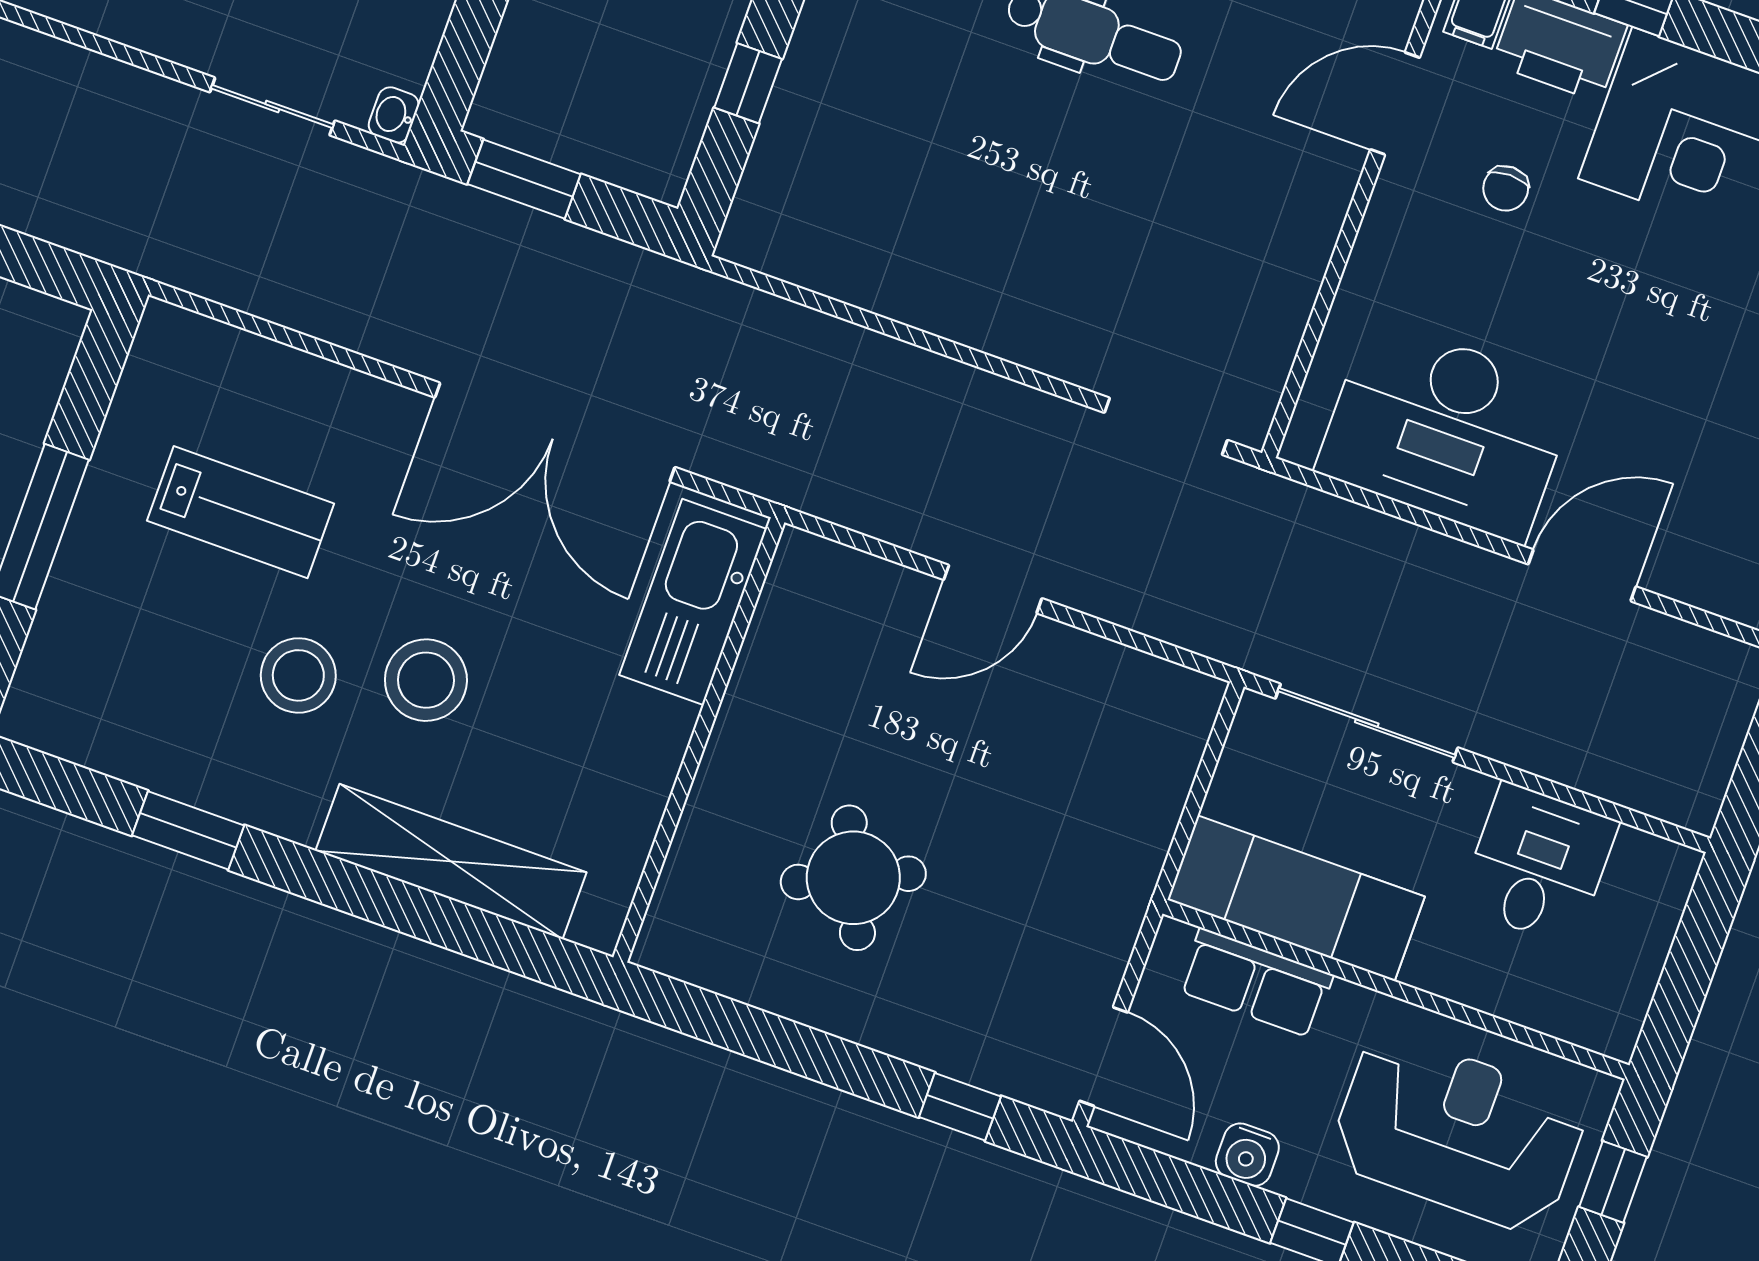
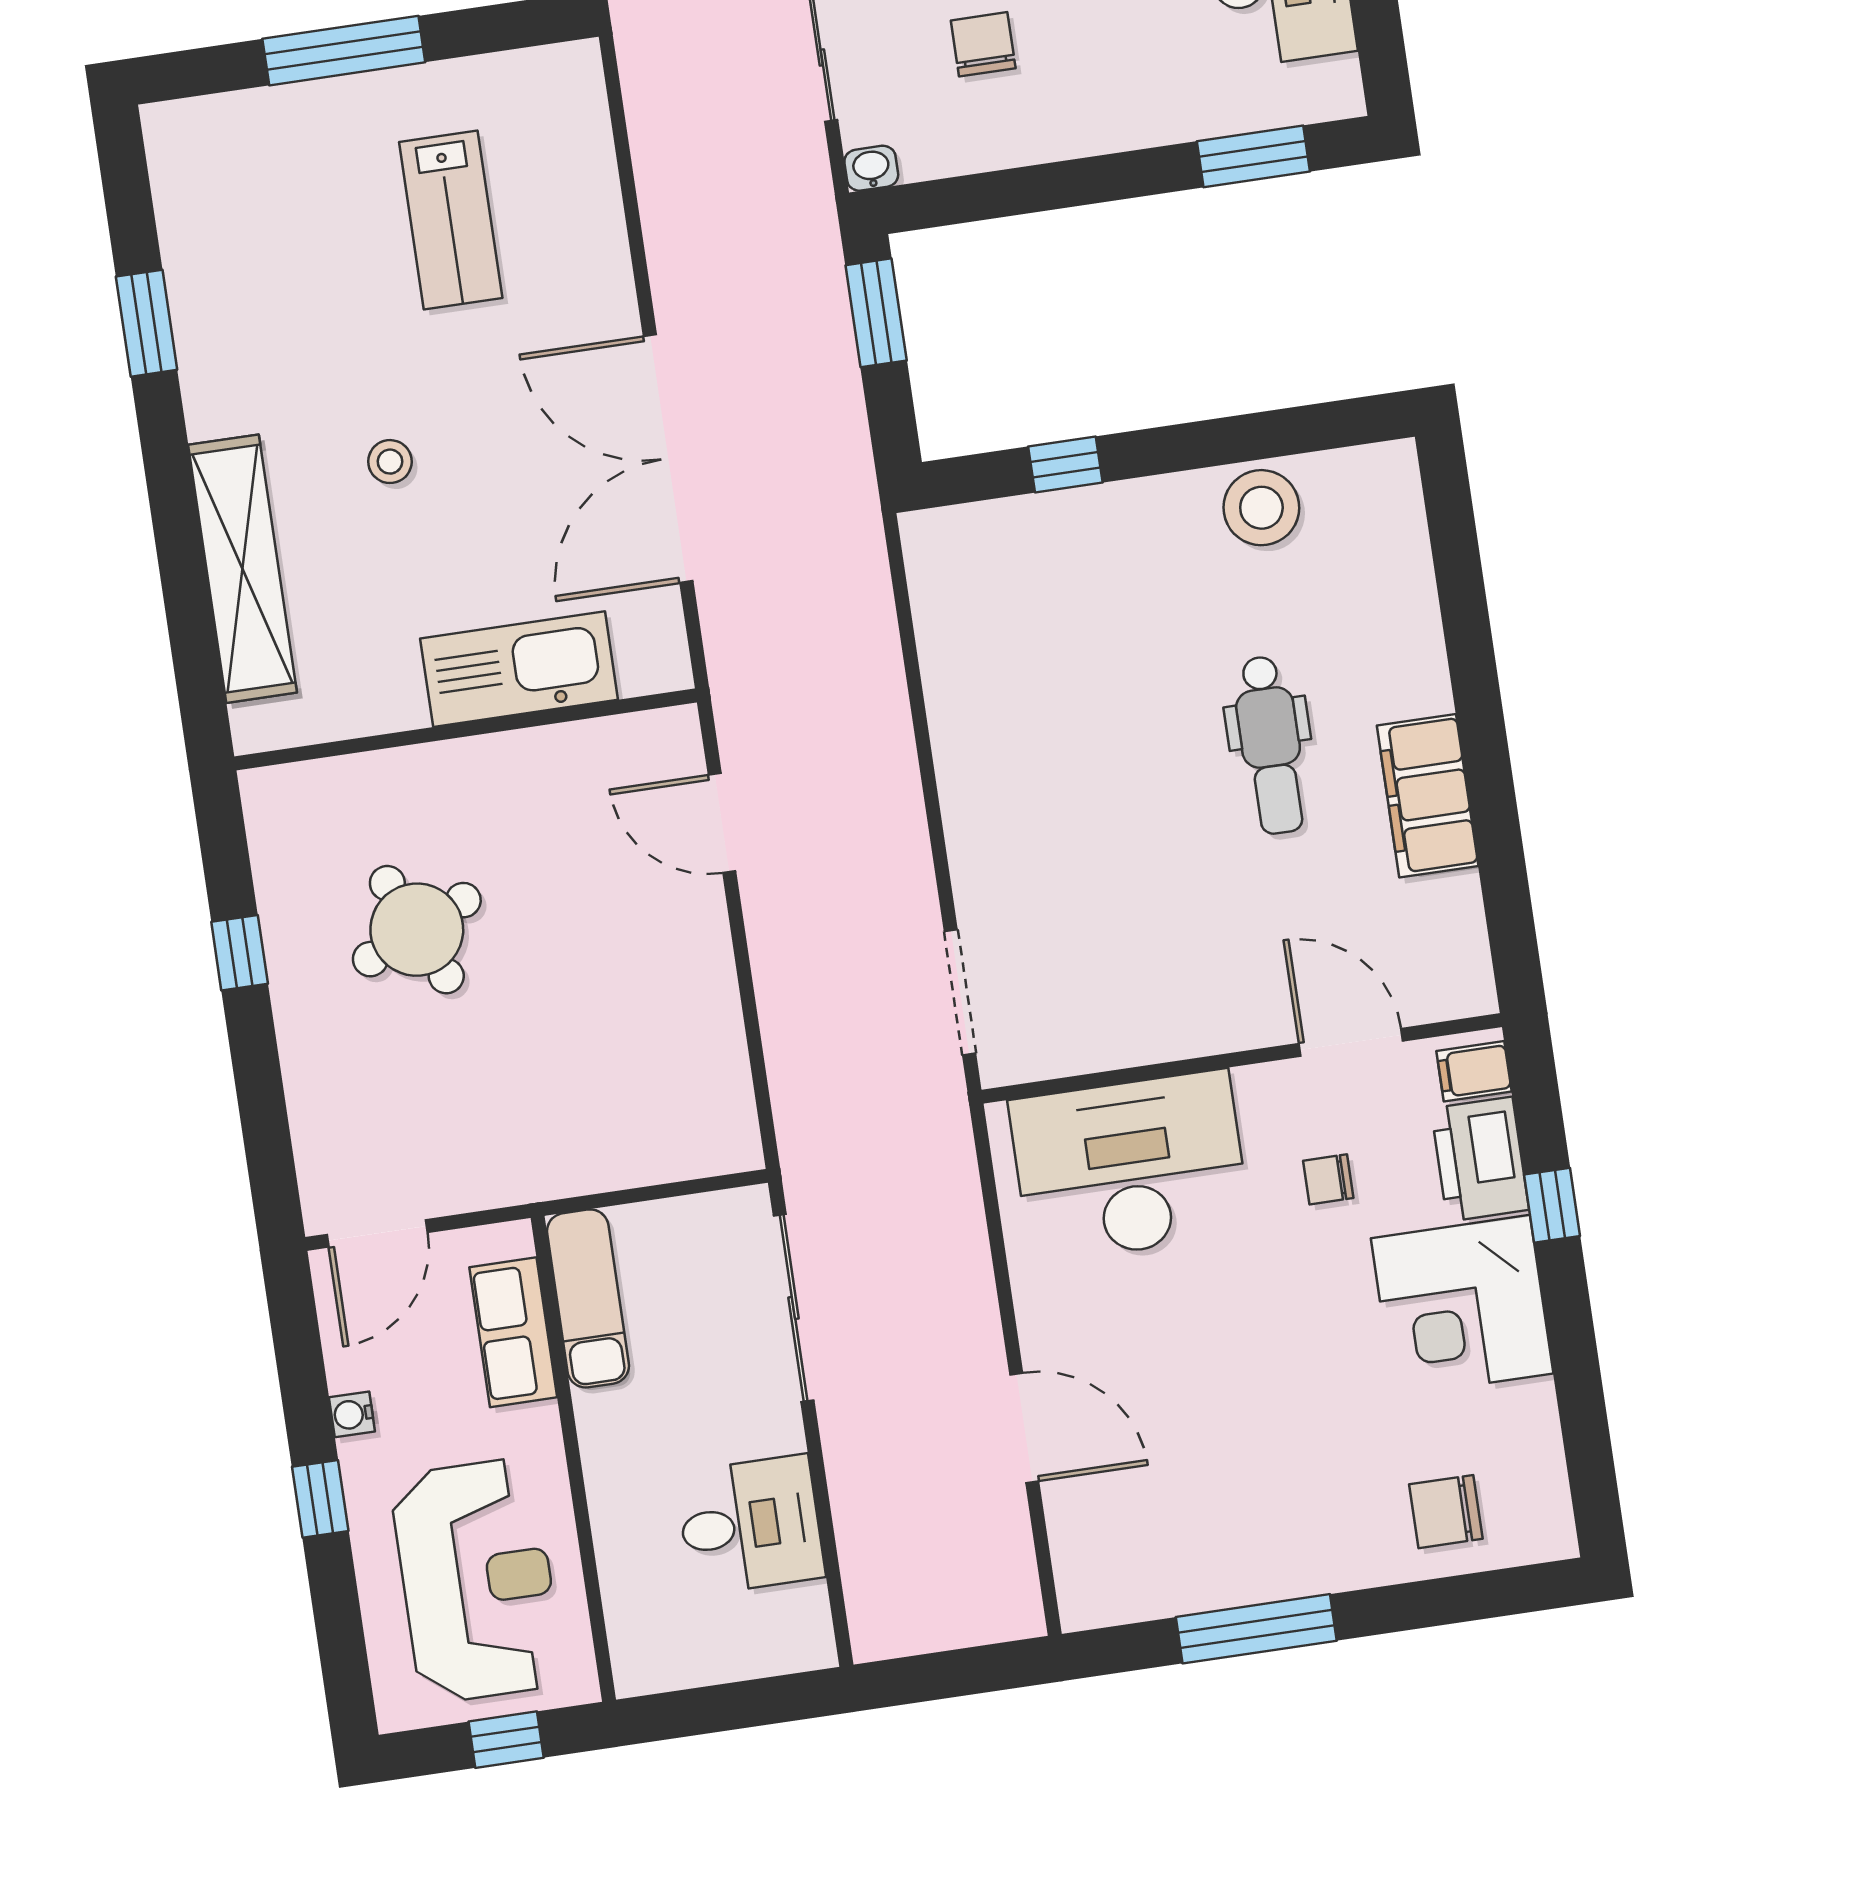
desk: (1447, 430) -> (1130, 1167), moved, turned 90
door: (993, 589) -> (722, 823), moved
kitchen sink: (693, 602) -> (519, 669), moved
stool: (298, 675) -> (334, 347), removed
stool: (426, 680) -> (390, 462), width x0.53, depth x0.53
exam couch: (1296, 898) -> (588, 1298), width x0.73, depth x0.69
window: (960, 1107) -> (240, 953), moved
water cooler: (1247, 1155) -> (352, 1414), width x0.72, depth x0.72

